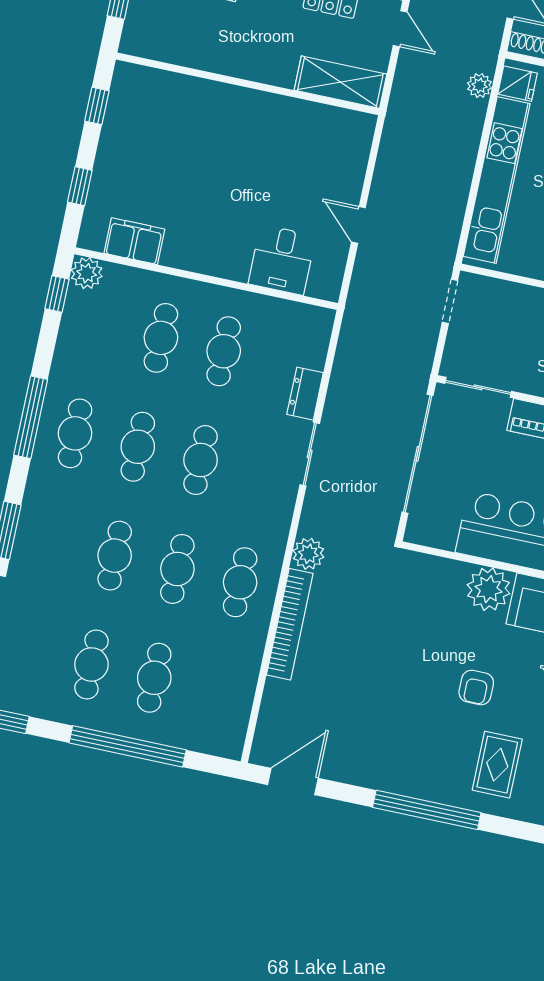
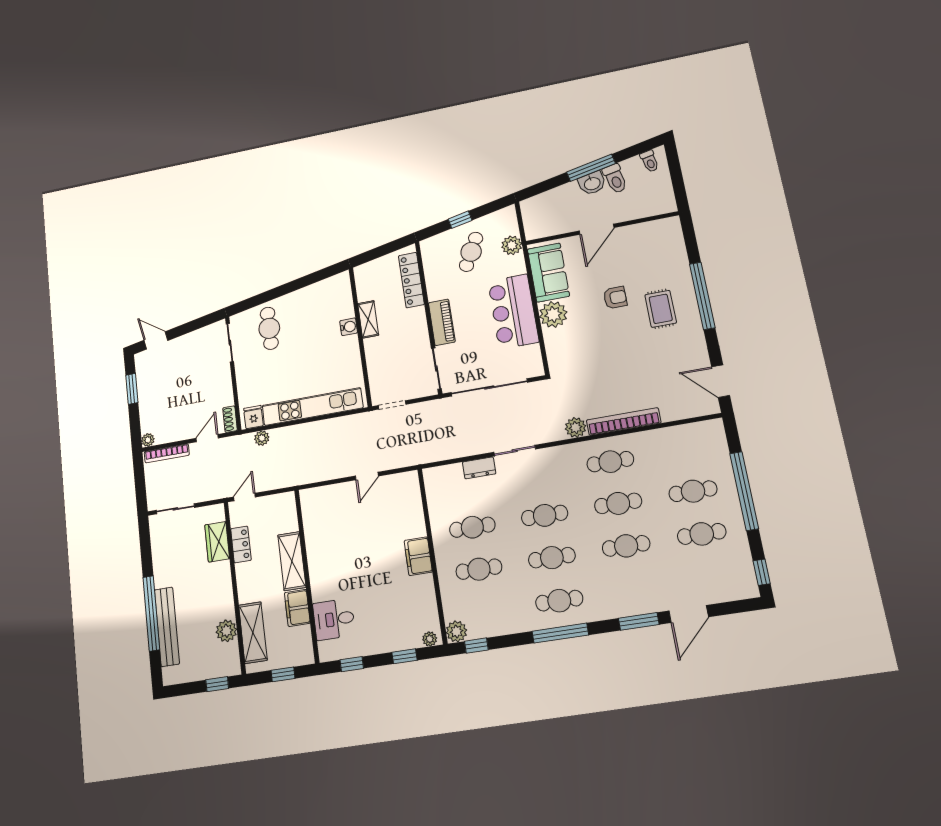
filing cabinet: (206, 54) -> (297, 608), added
shelving: (340, 82) -> (292, 561), moved
plant: (90, 231) -> (430, 639), added
filing cabinet: (134, 241) -> (418, 556), moved
desk: (282, 260) -> (334, 619), moved, turned 180
rug: (497, 765) -> (661, 309), moved, turned 90

